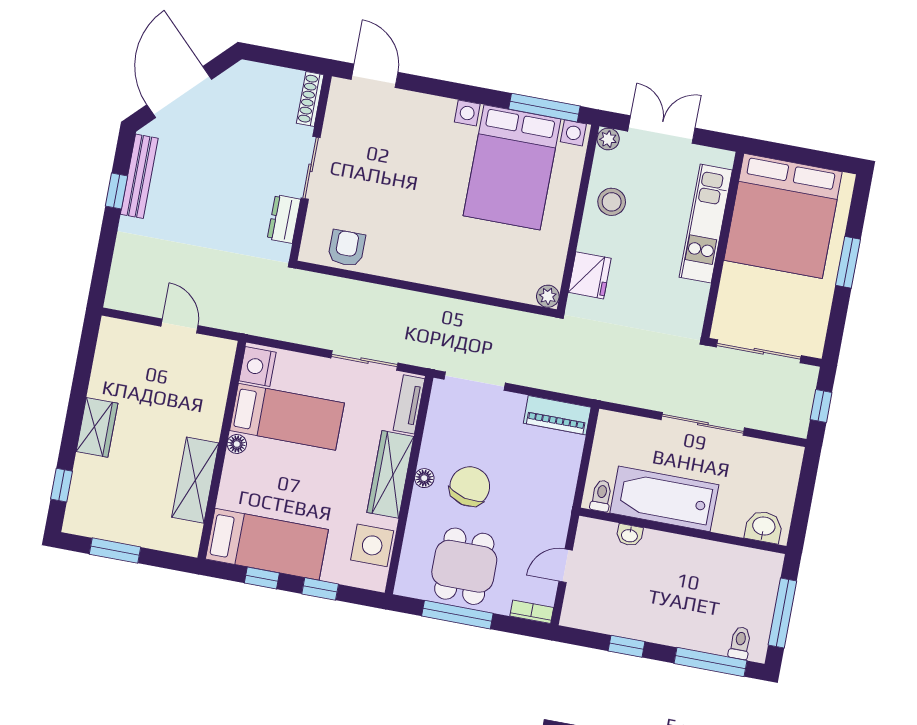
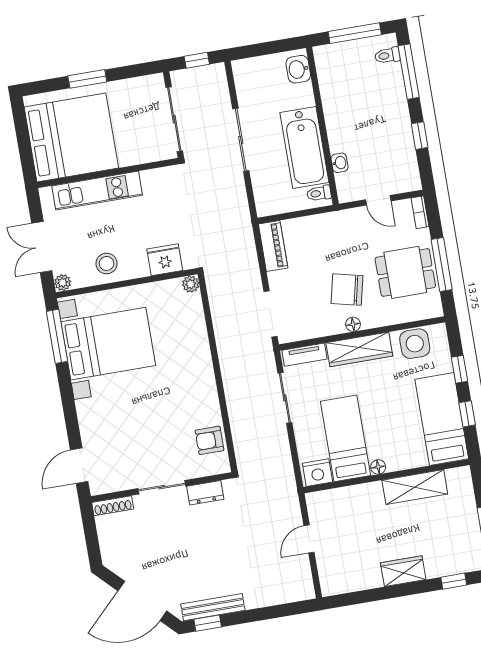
window: (117, 191) -> (208, 623), moved

